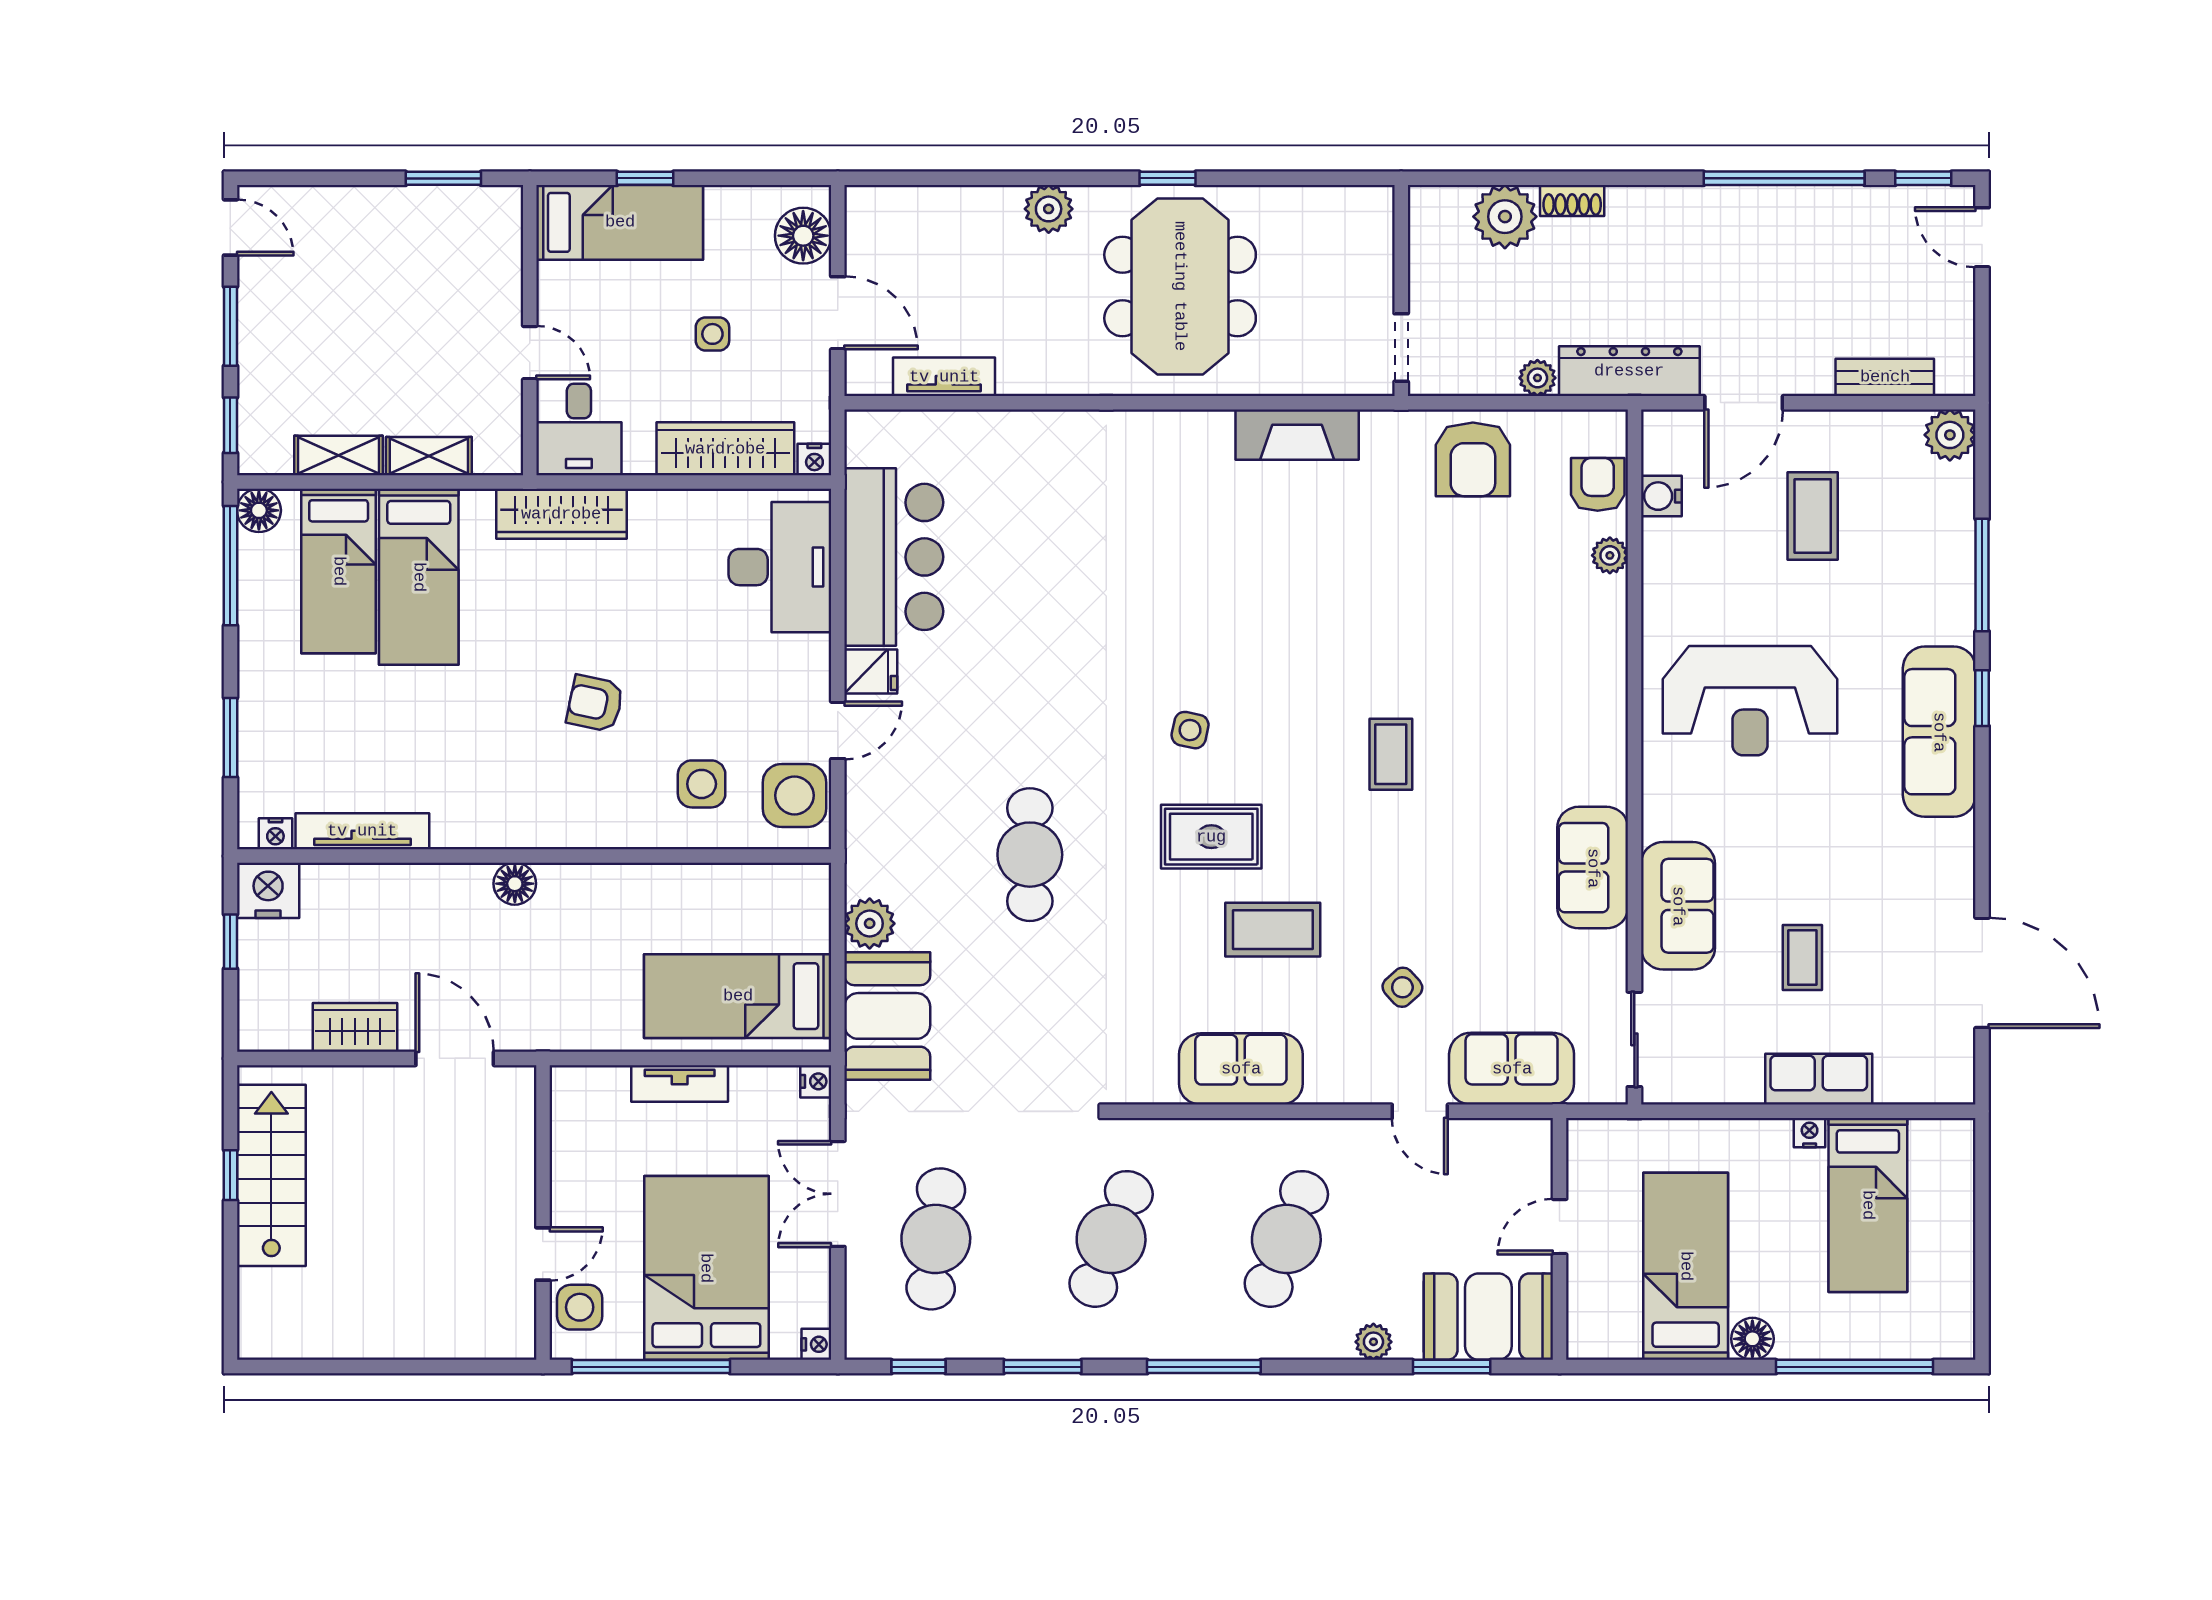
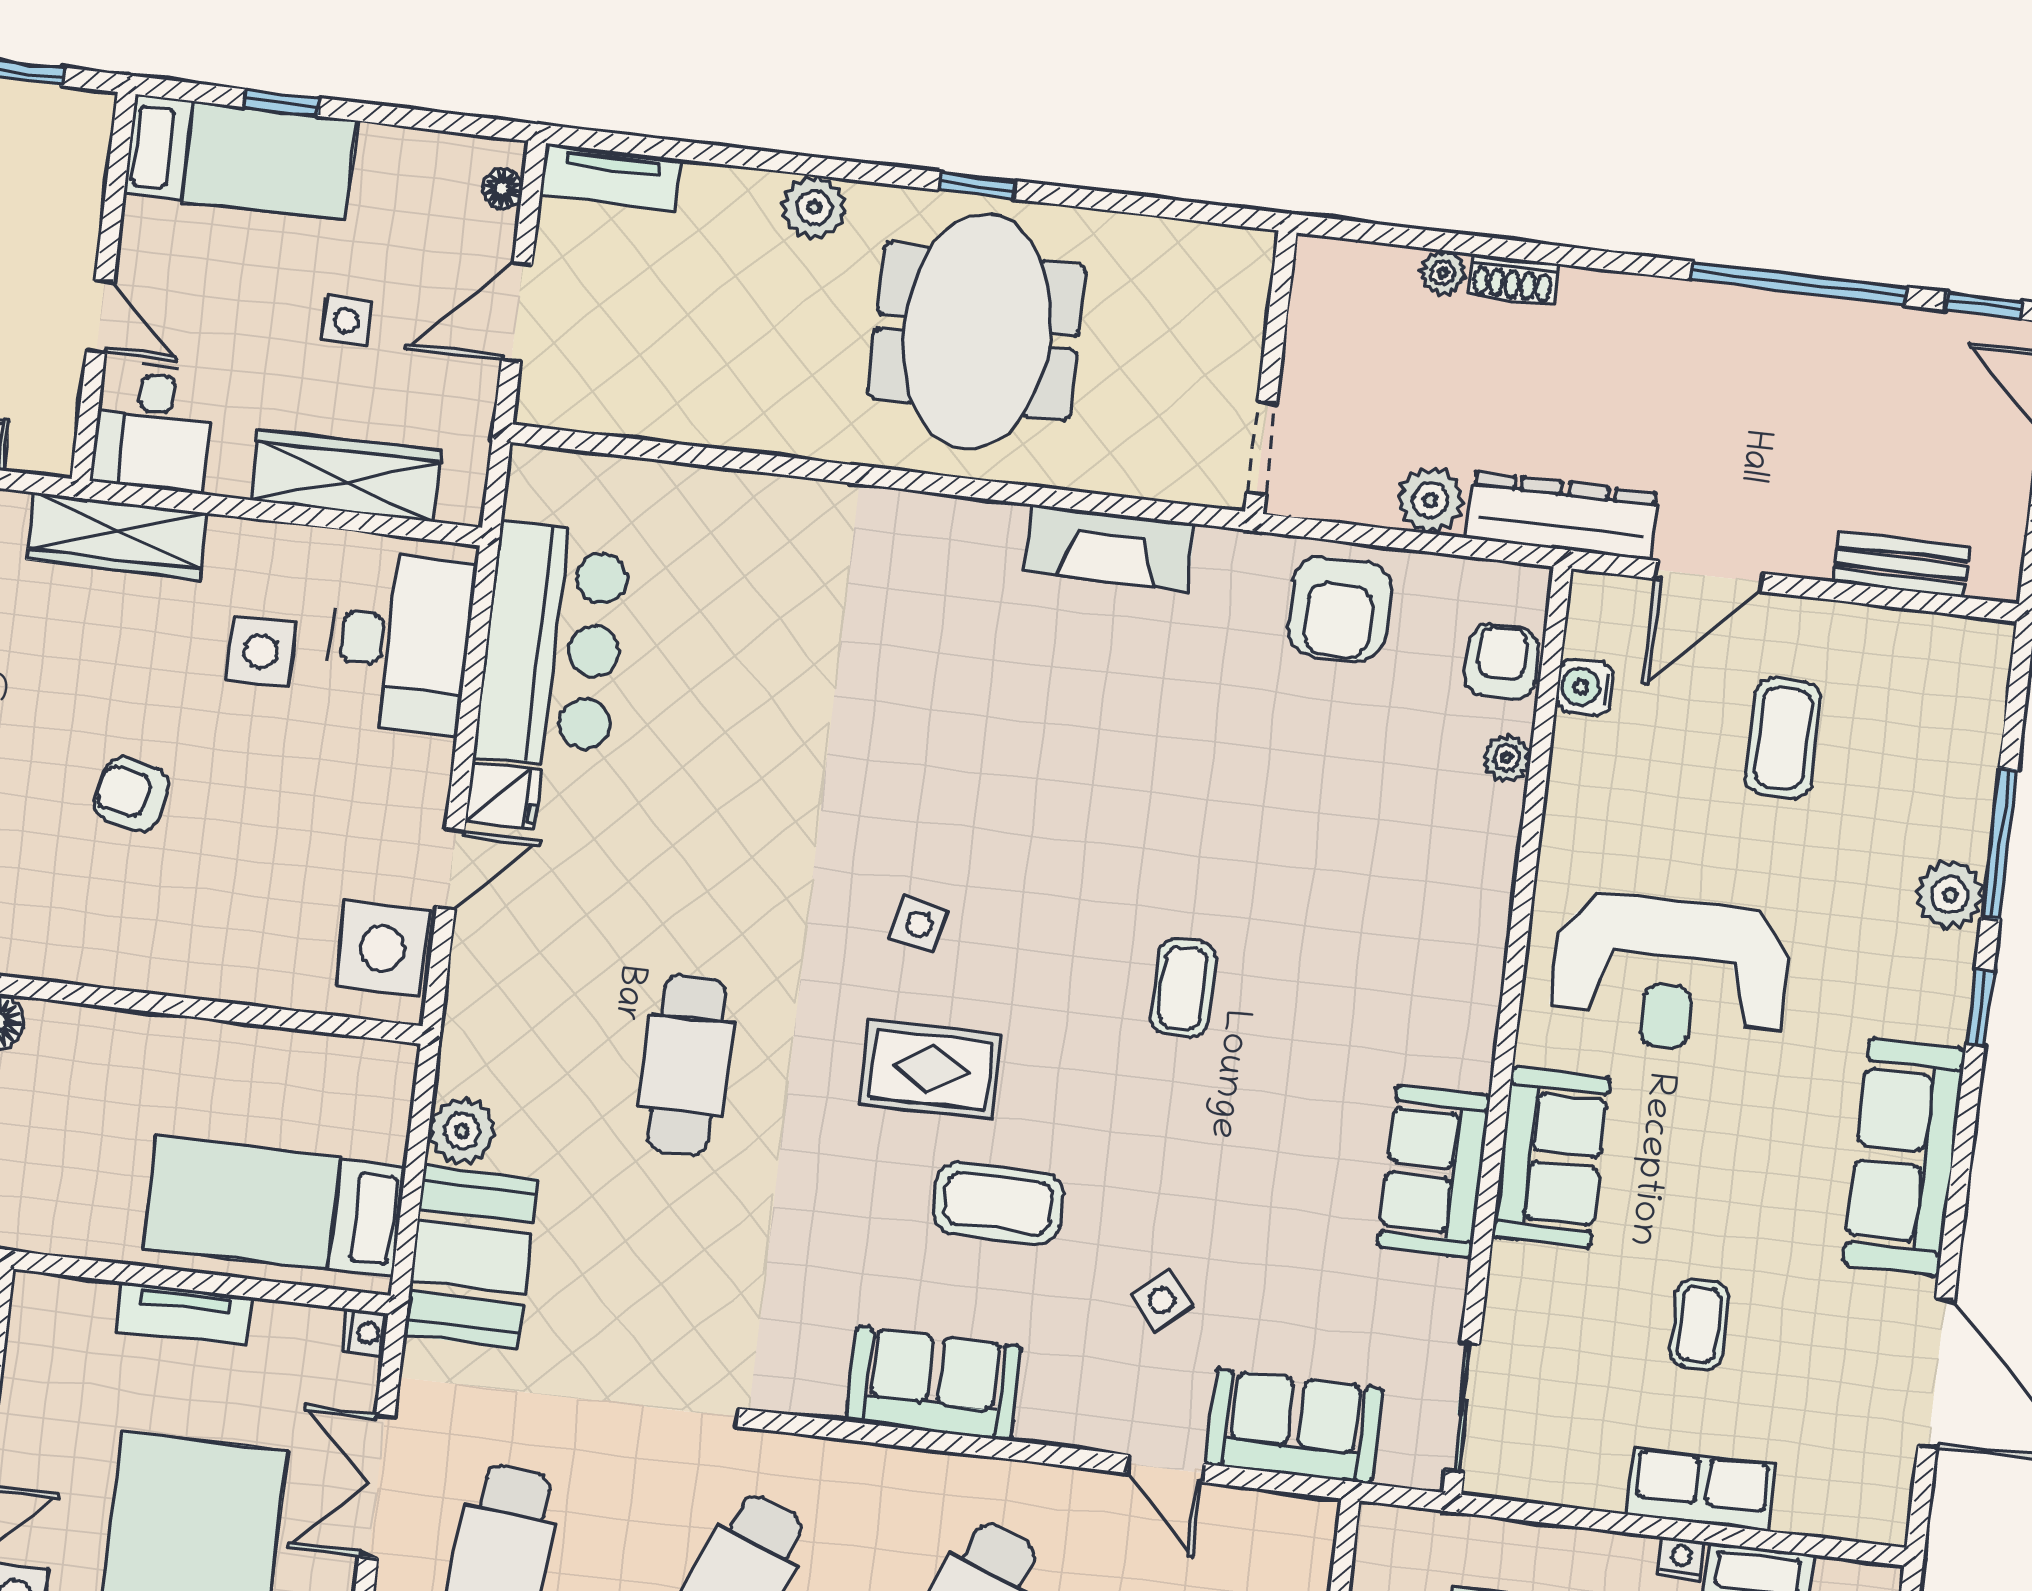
plant: (1505, 217) -> (1443, 273), width x0.53, depth x0.53
floor lamp: (803, 236) -> (503, 189), width x0.53, depth x0.53
door: (838, 313) -> (517, 312), swing flipped
tv unit: (944, 377) -> (611, 177), moved, turned 180
plant: (1537, 378) -> (1430, 500), width x1.38, depth x1.38
plant: (1950, 435) -> (1950, 895), moved
nightstand: (814, 460) -> (462, 504), removed
sofa: (1939, 732) -> (1904, 1157), moved
side table: (702, 784) -> (261, 652), moved
sofa: (1678, 906) -> (1551, 1158), moved

